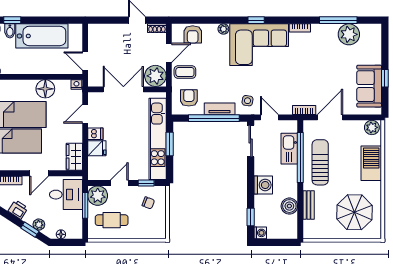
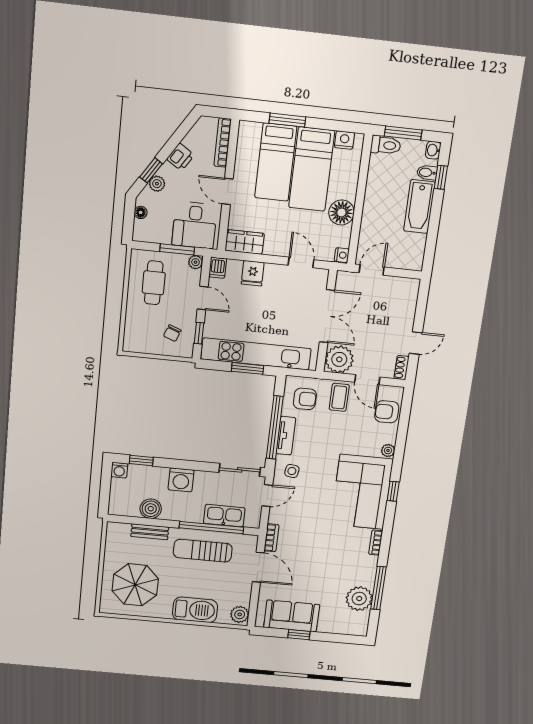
bathtub: (42, 36) -> (419, 206), width x0.73, depth x0.73
dishwasher: (95, 134) -> (218, 268), moved
sun lounger: (320, 162) -> (203, 551), turned 180
plant: (98, 196) -> (196, 262), width x0.53, depth x0.53

